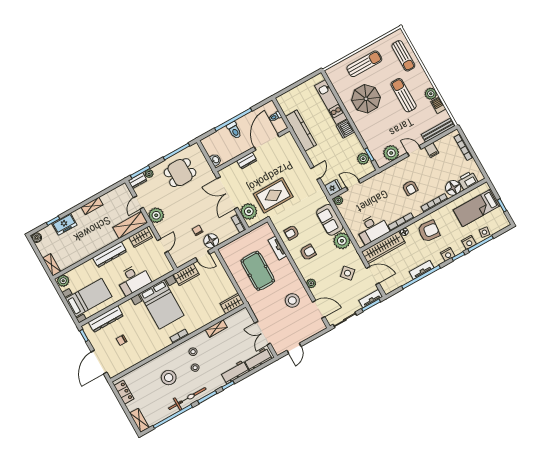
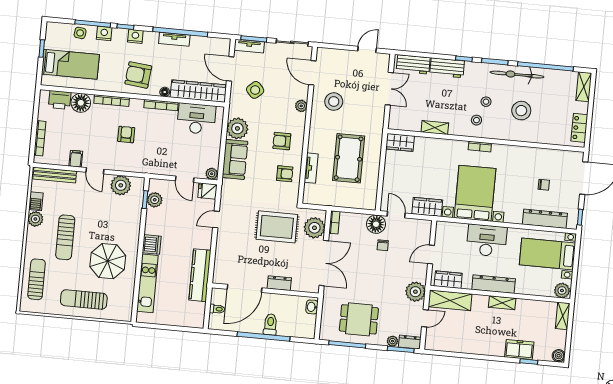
shelving: (92, 206) -> (502, 303), moved

